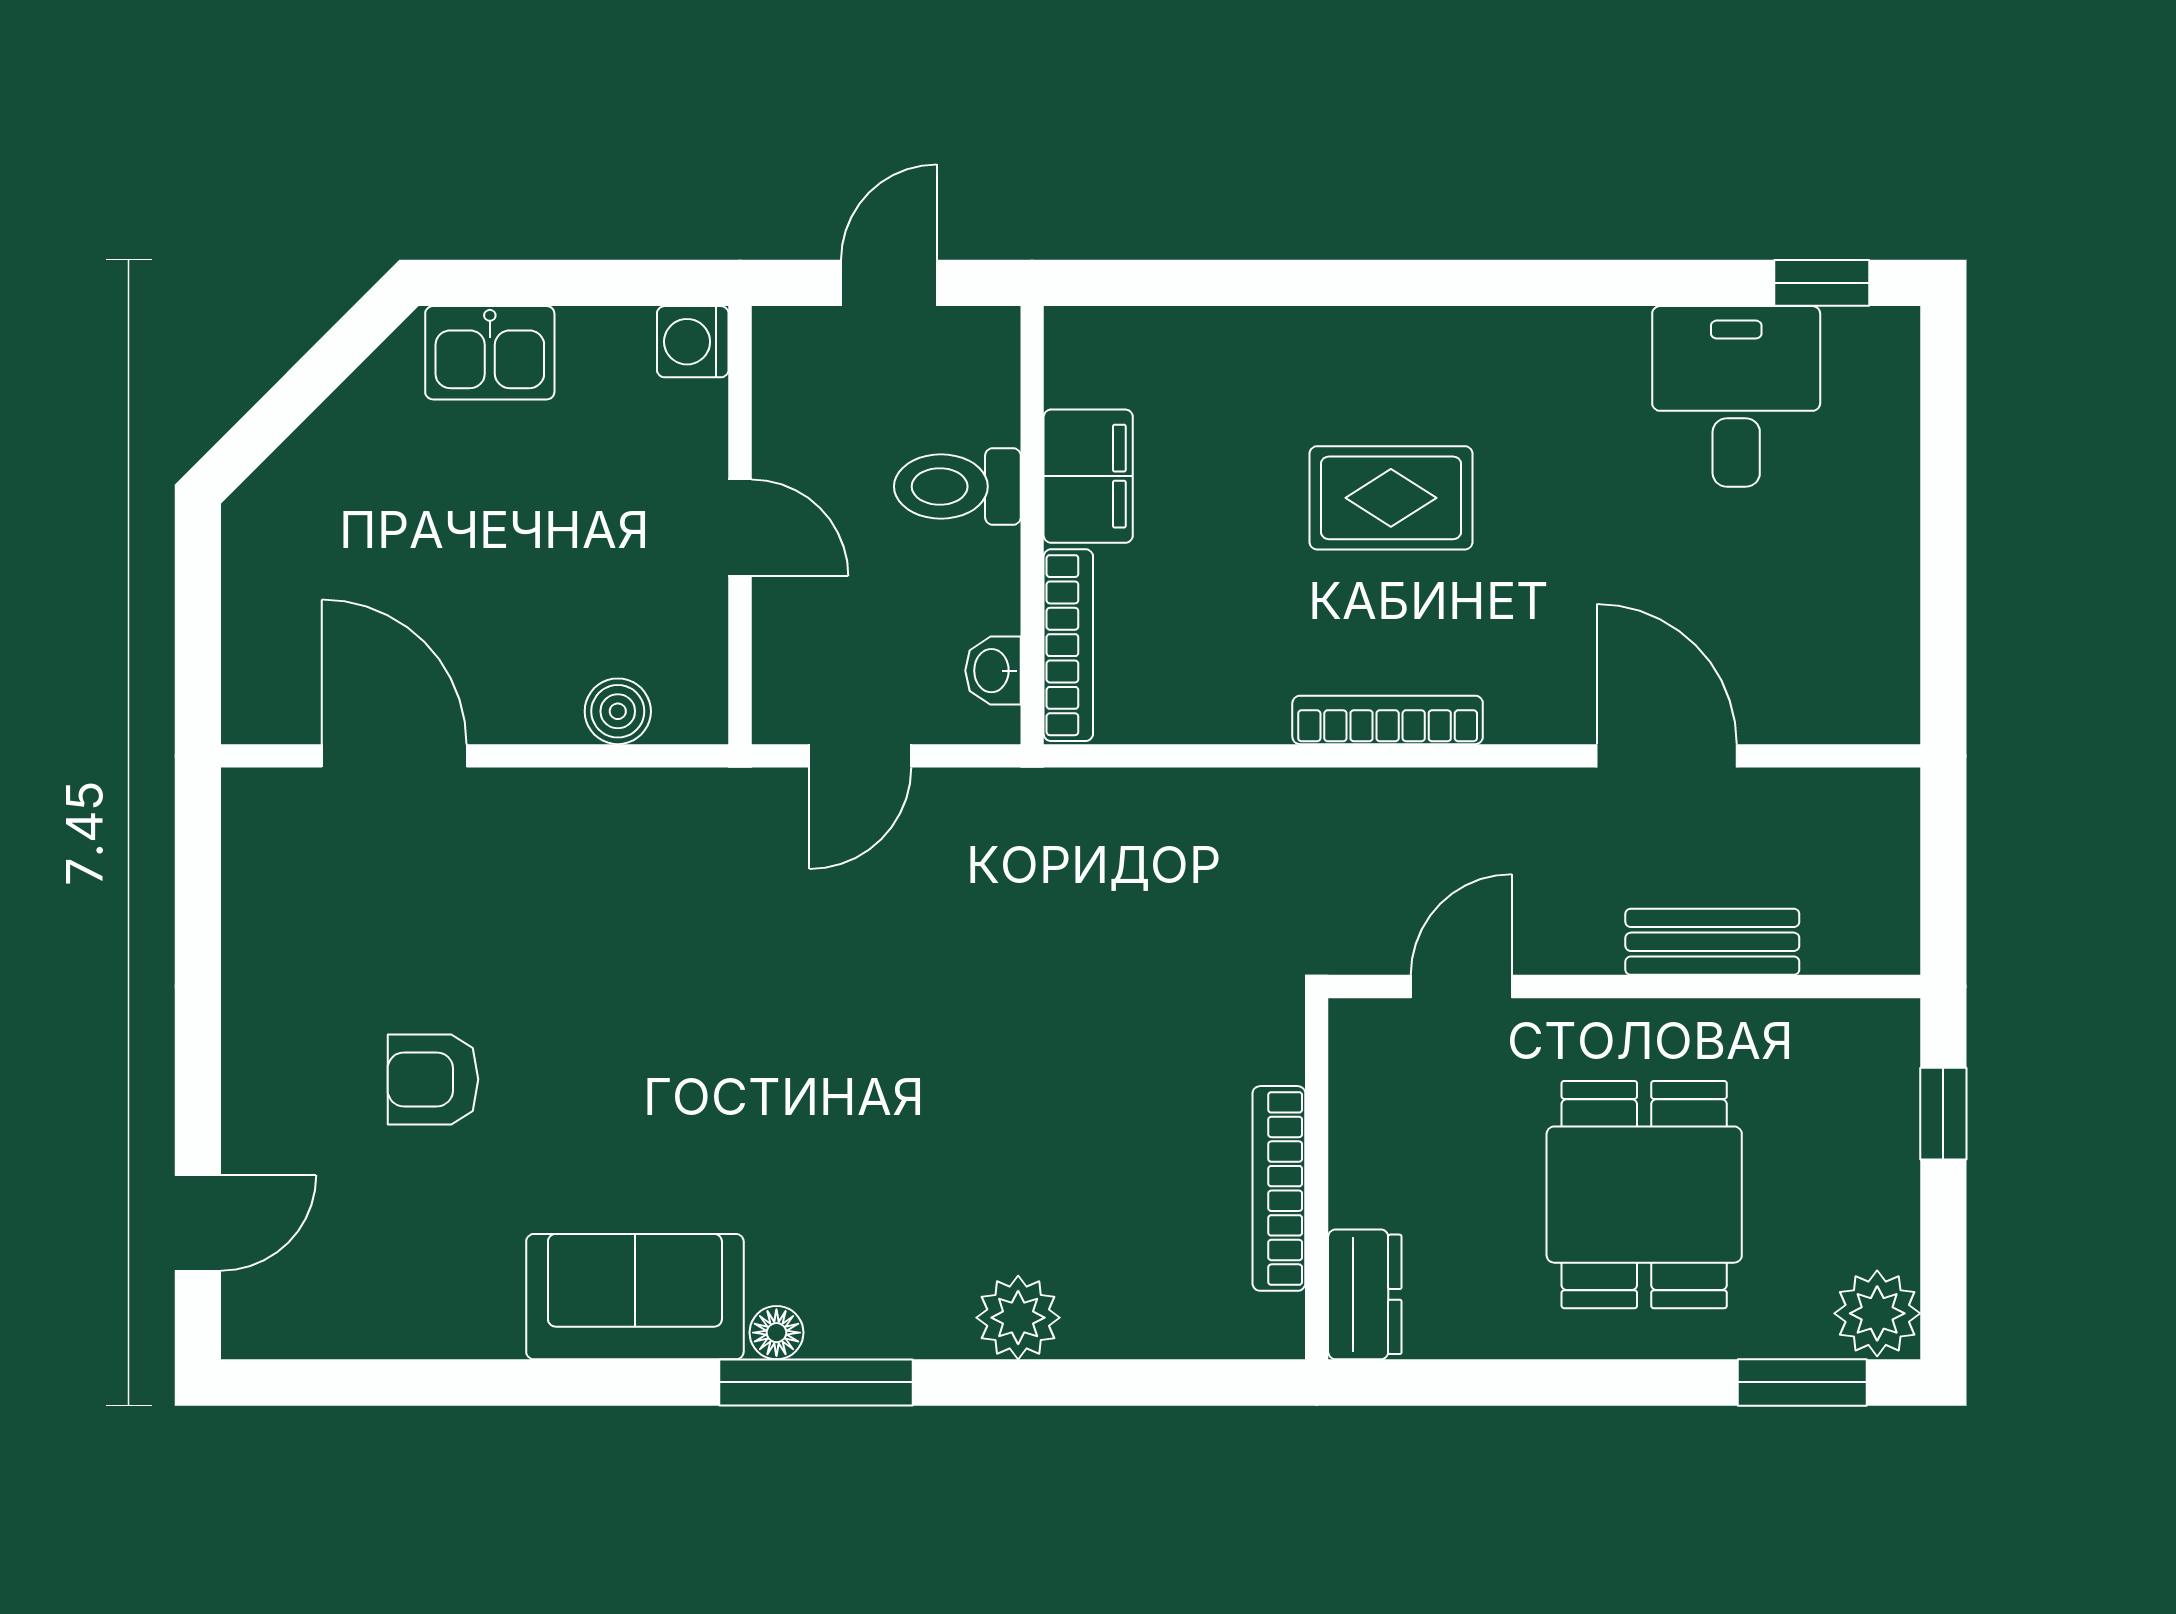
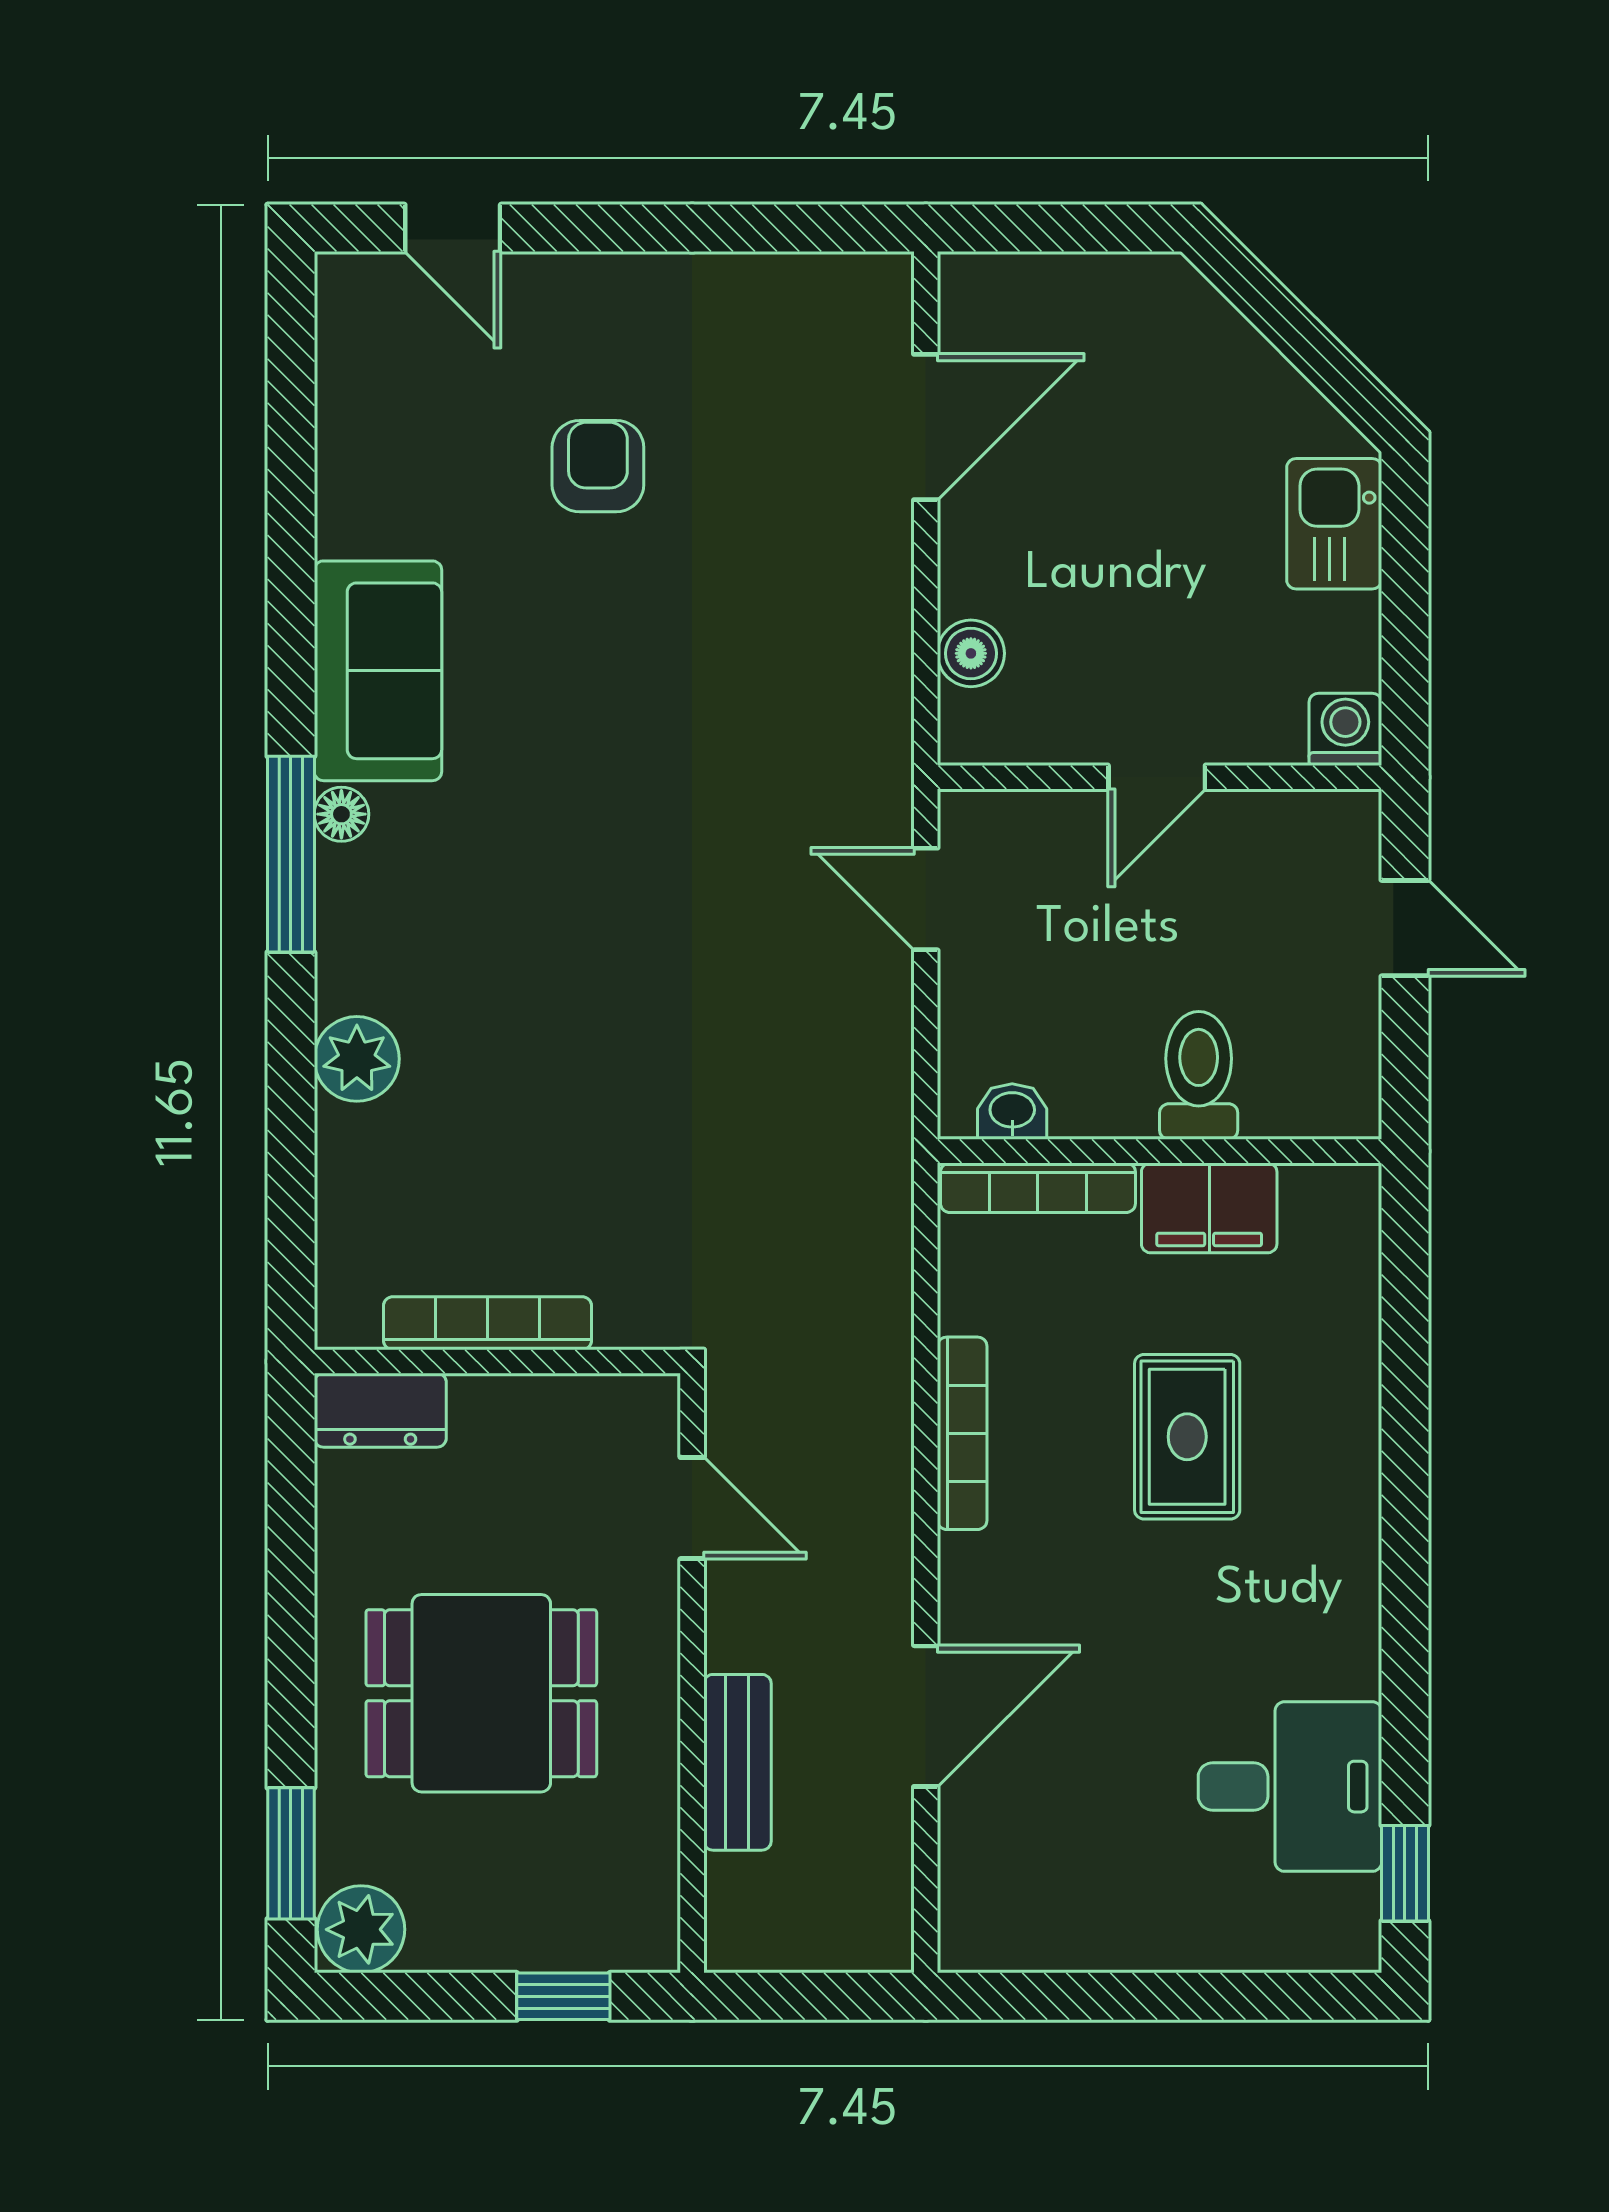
filing cabinet: (1088, 476) -> (1209, 1208), moved
toilet: (957, 486) -> (1199, 1075), moved
wall: (1032, 525) -> (1160, 1151), moved
bookcase: (1068, 645) -> (1038, 1188), moved
washbasin: (993, 671) -> (1012, 1112), moved

